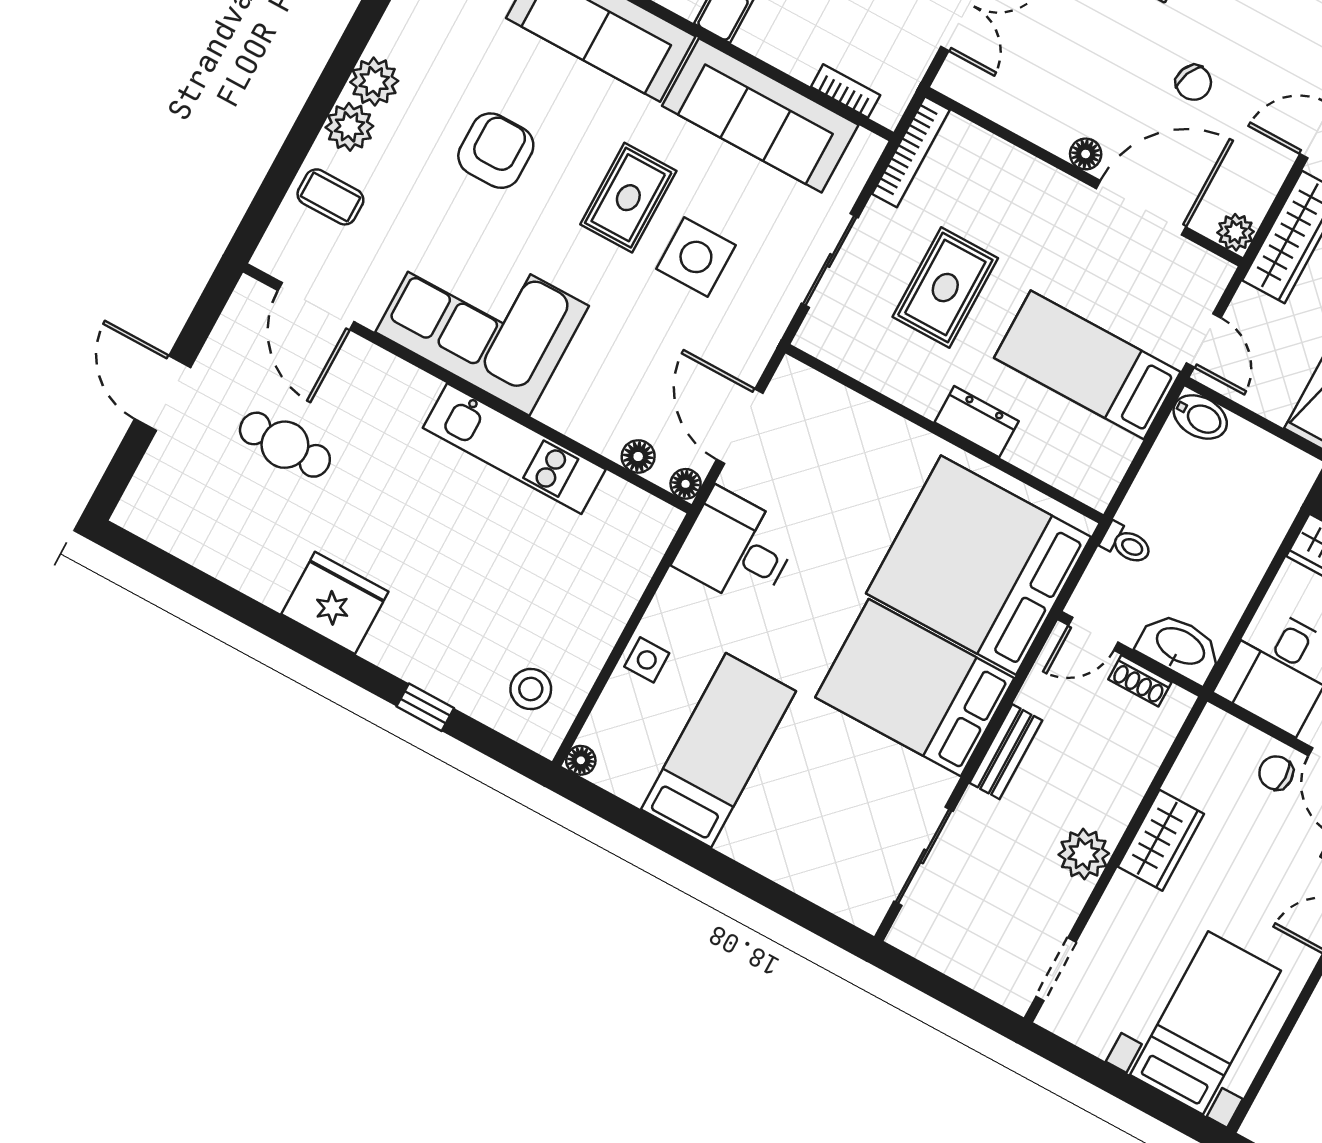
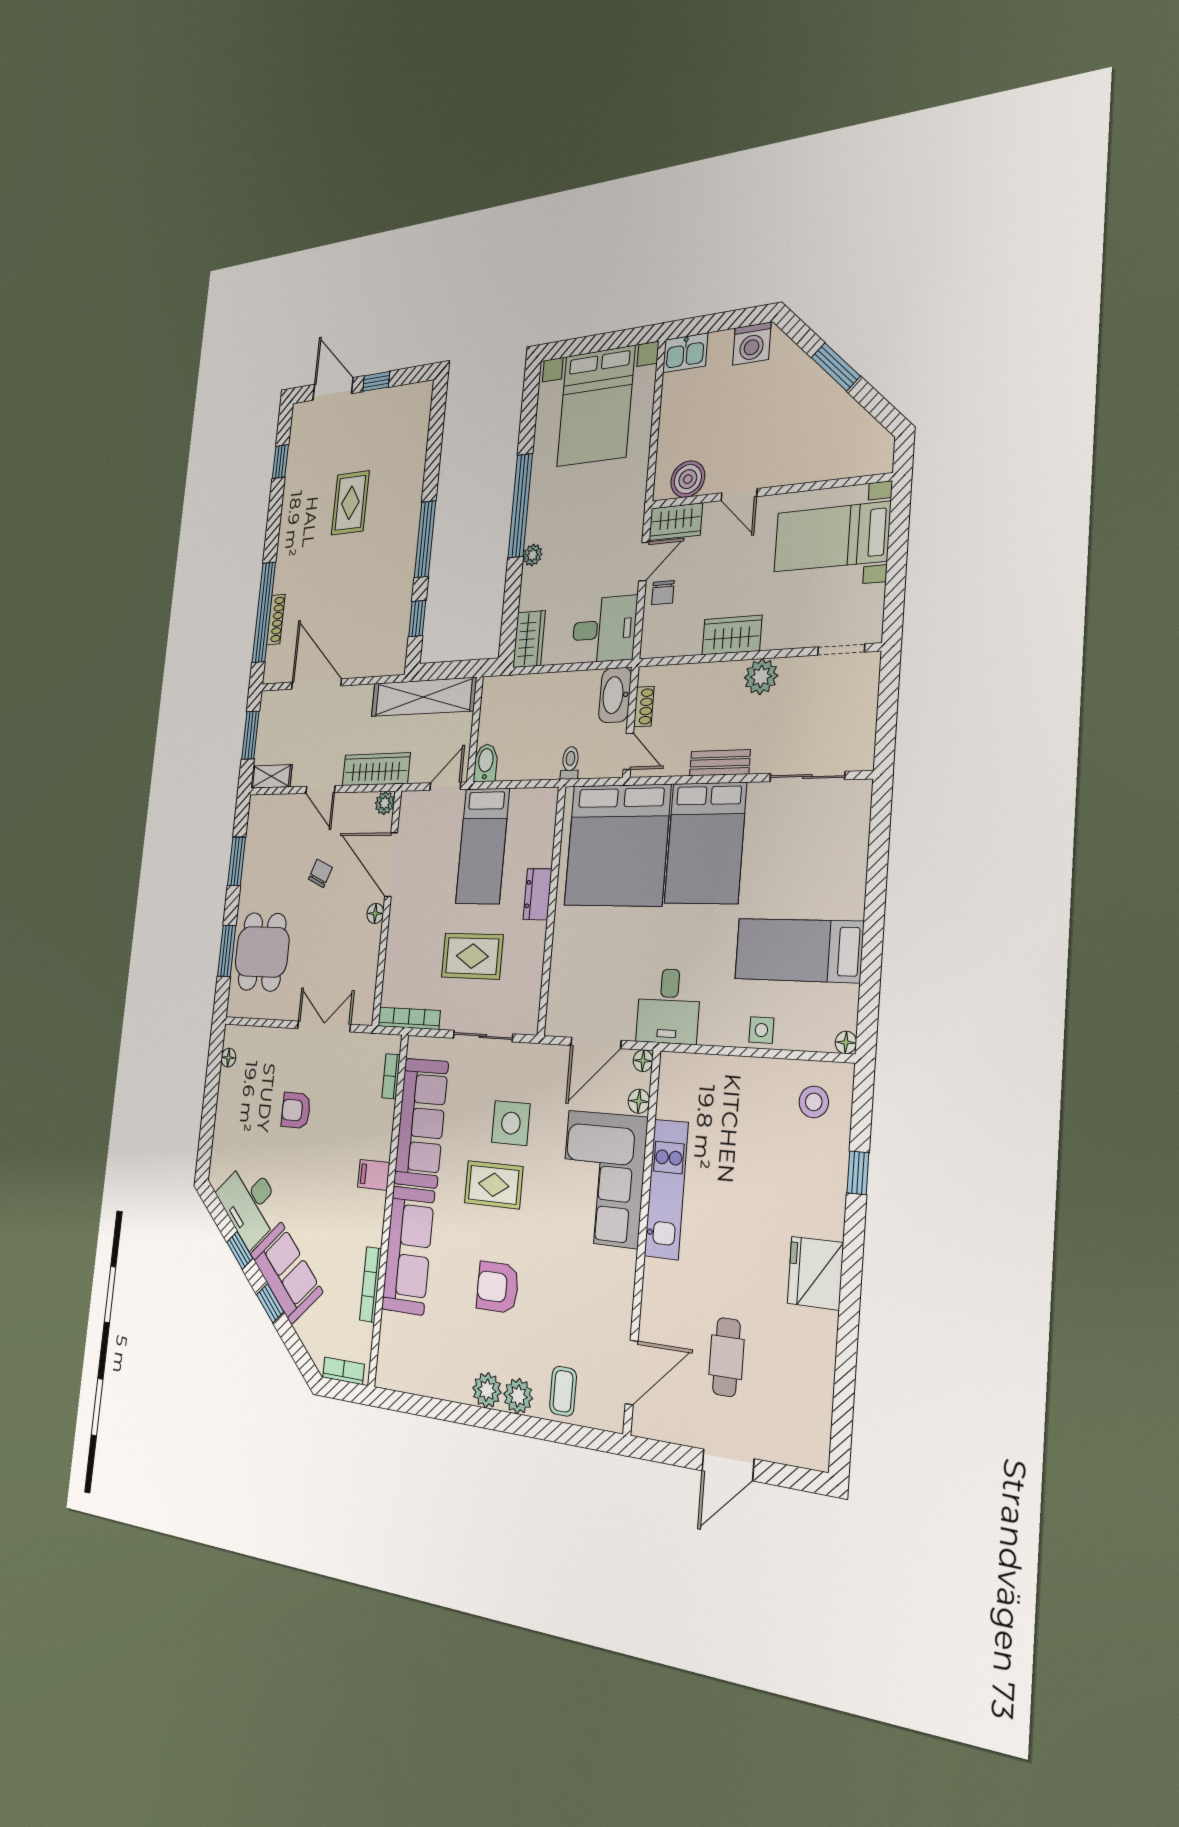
corner sofa: (482, 319) -> (603, 1179), moved

